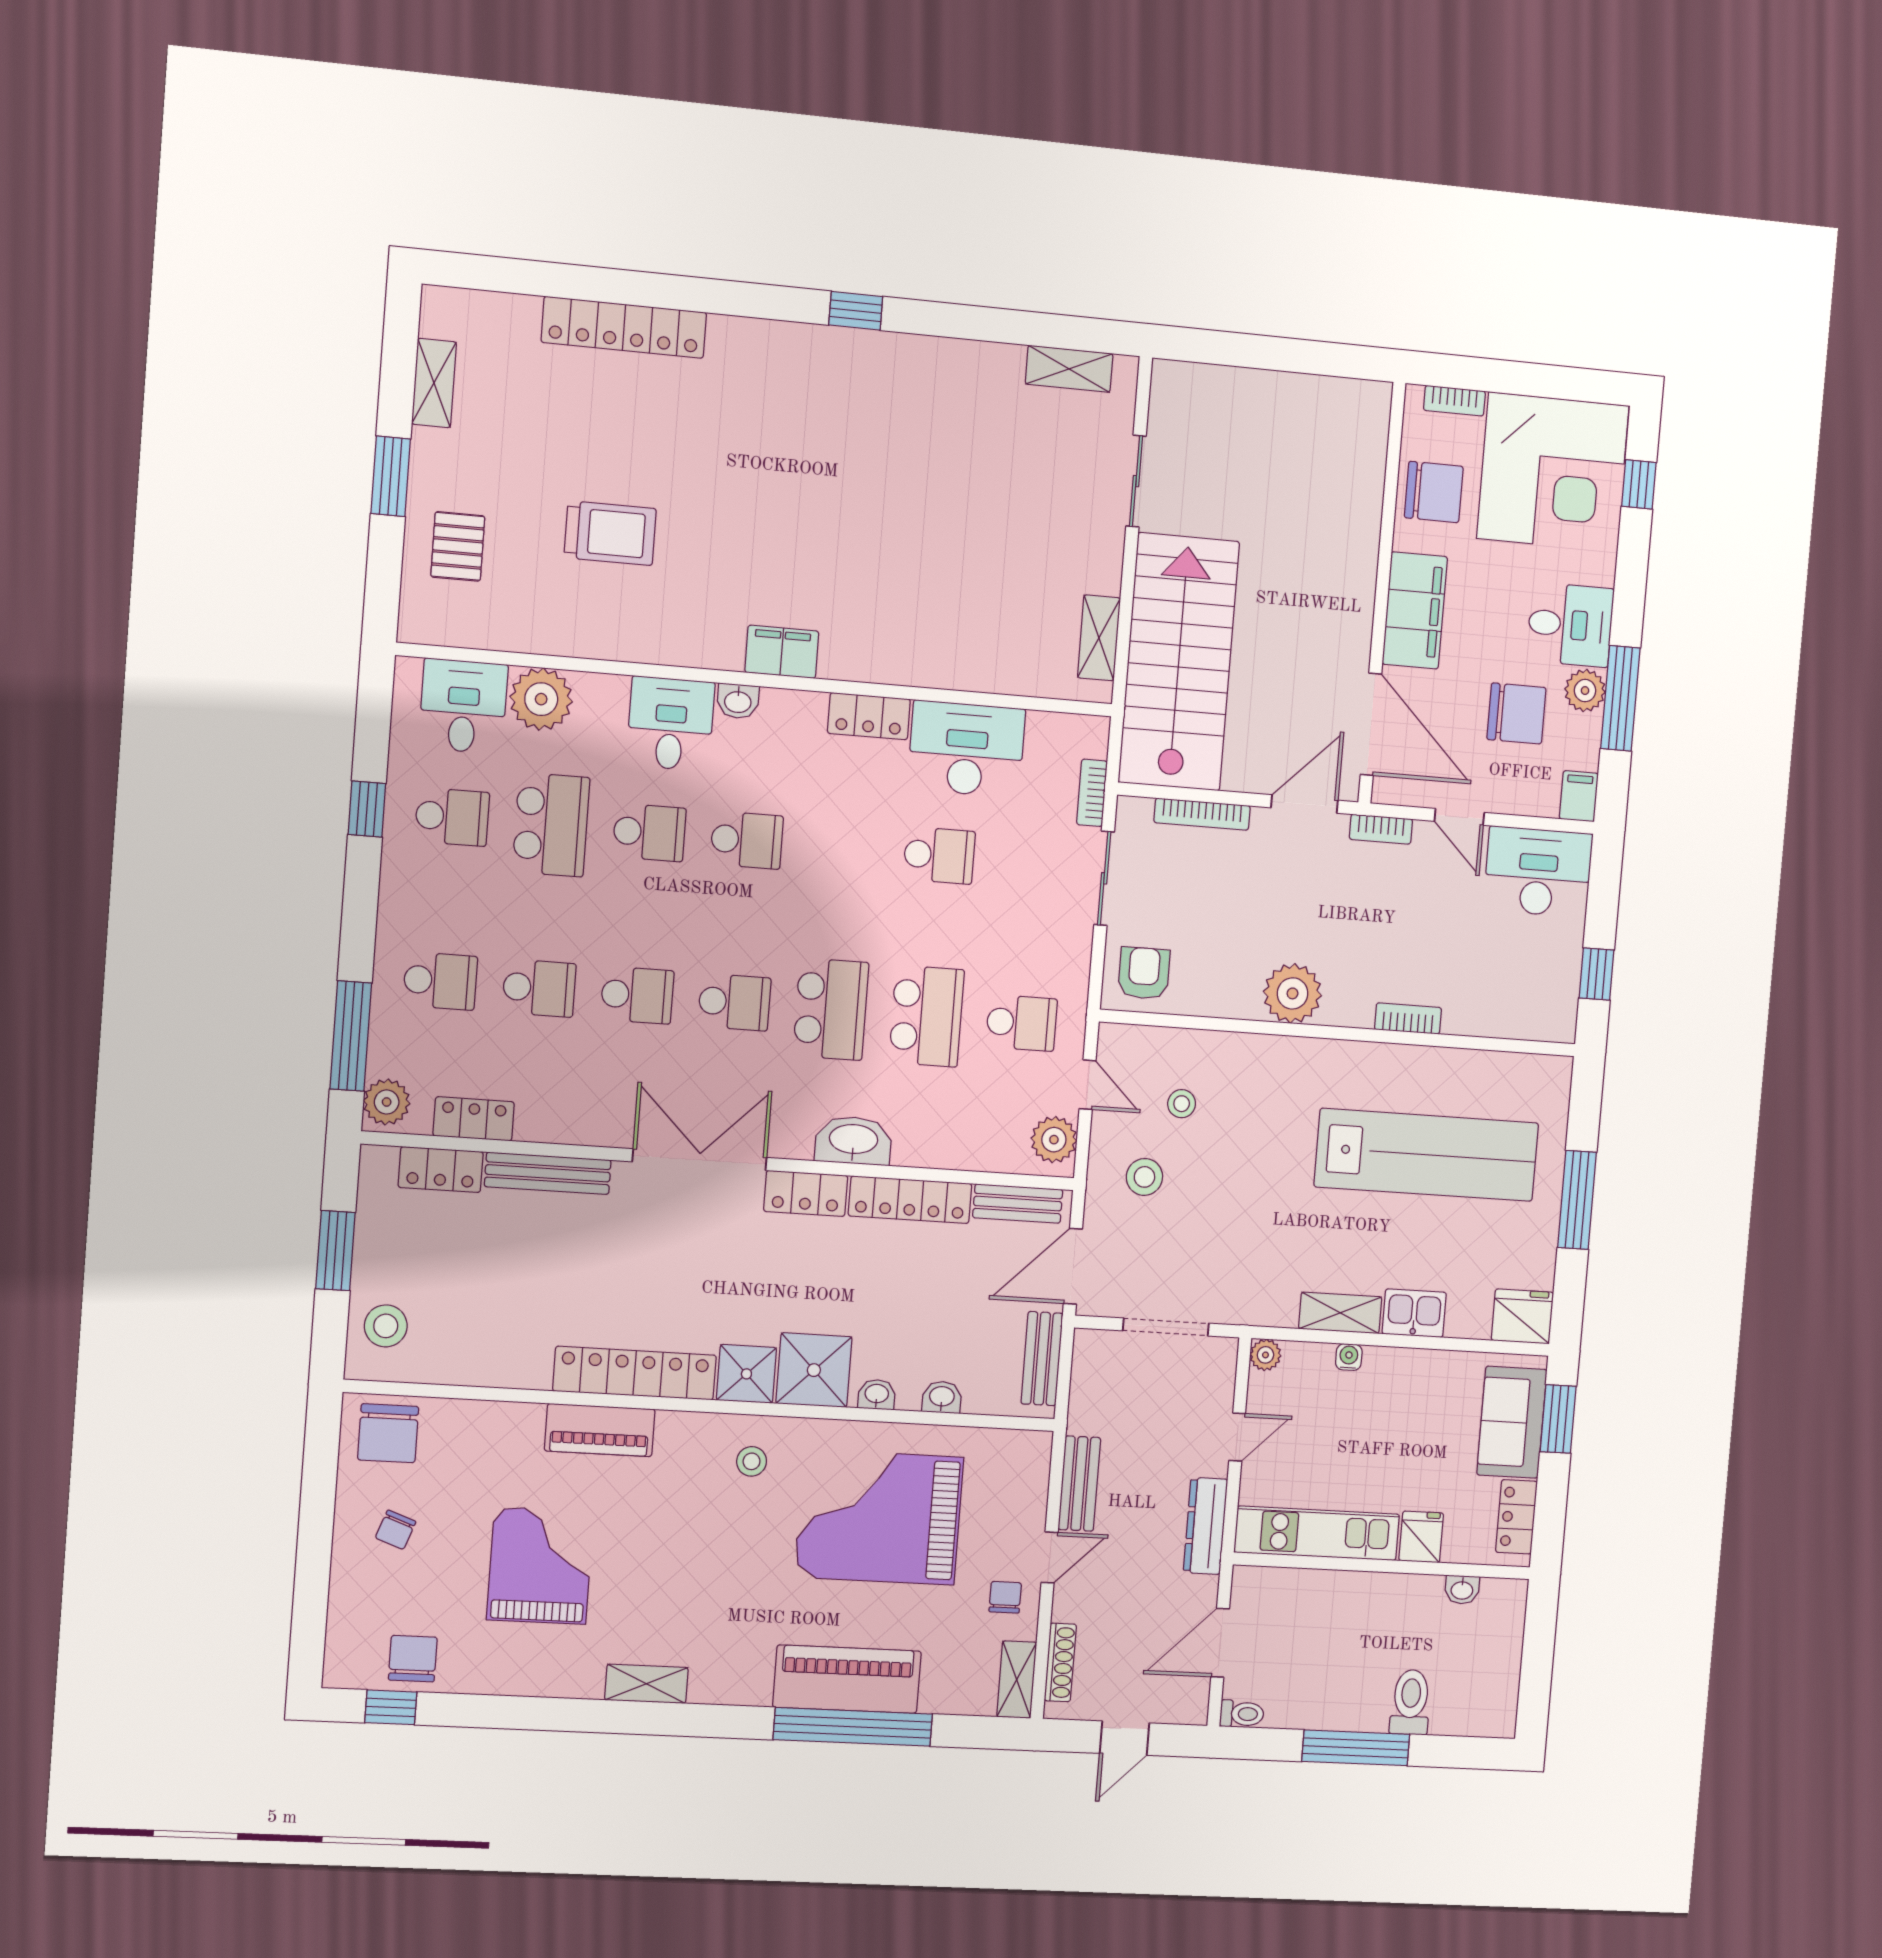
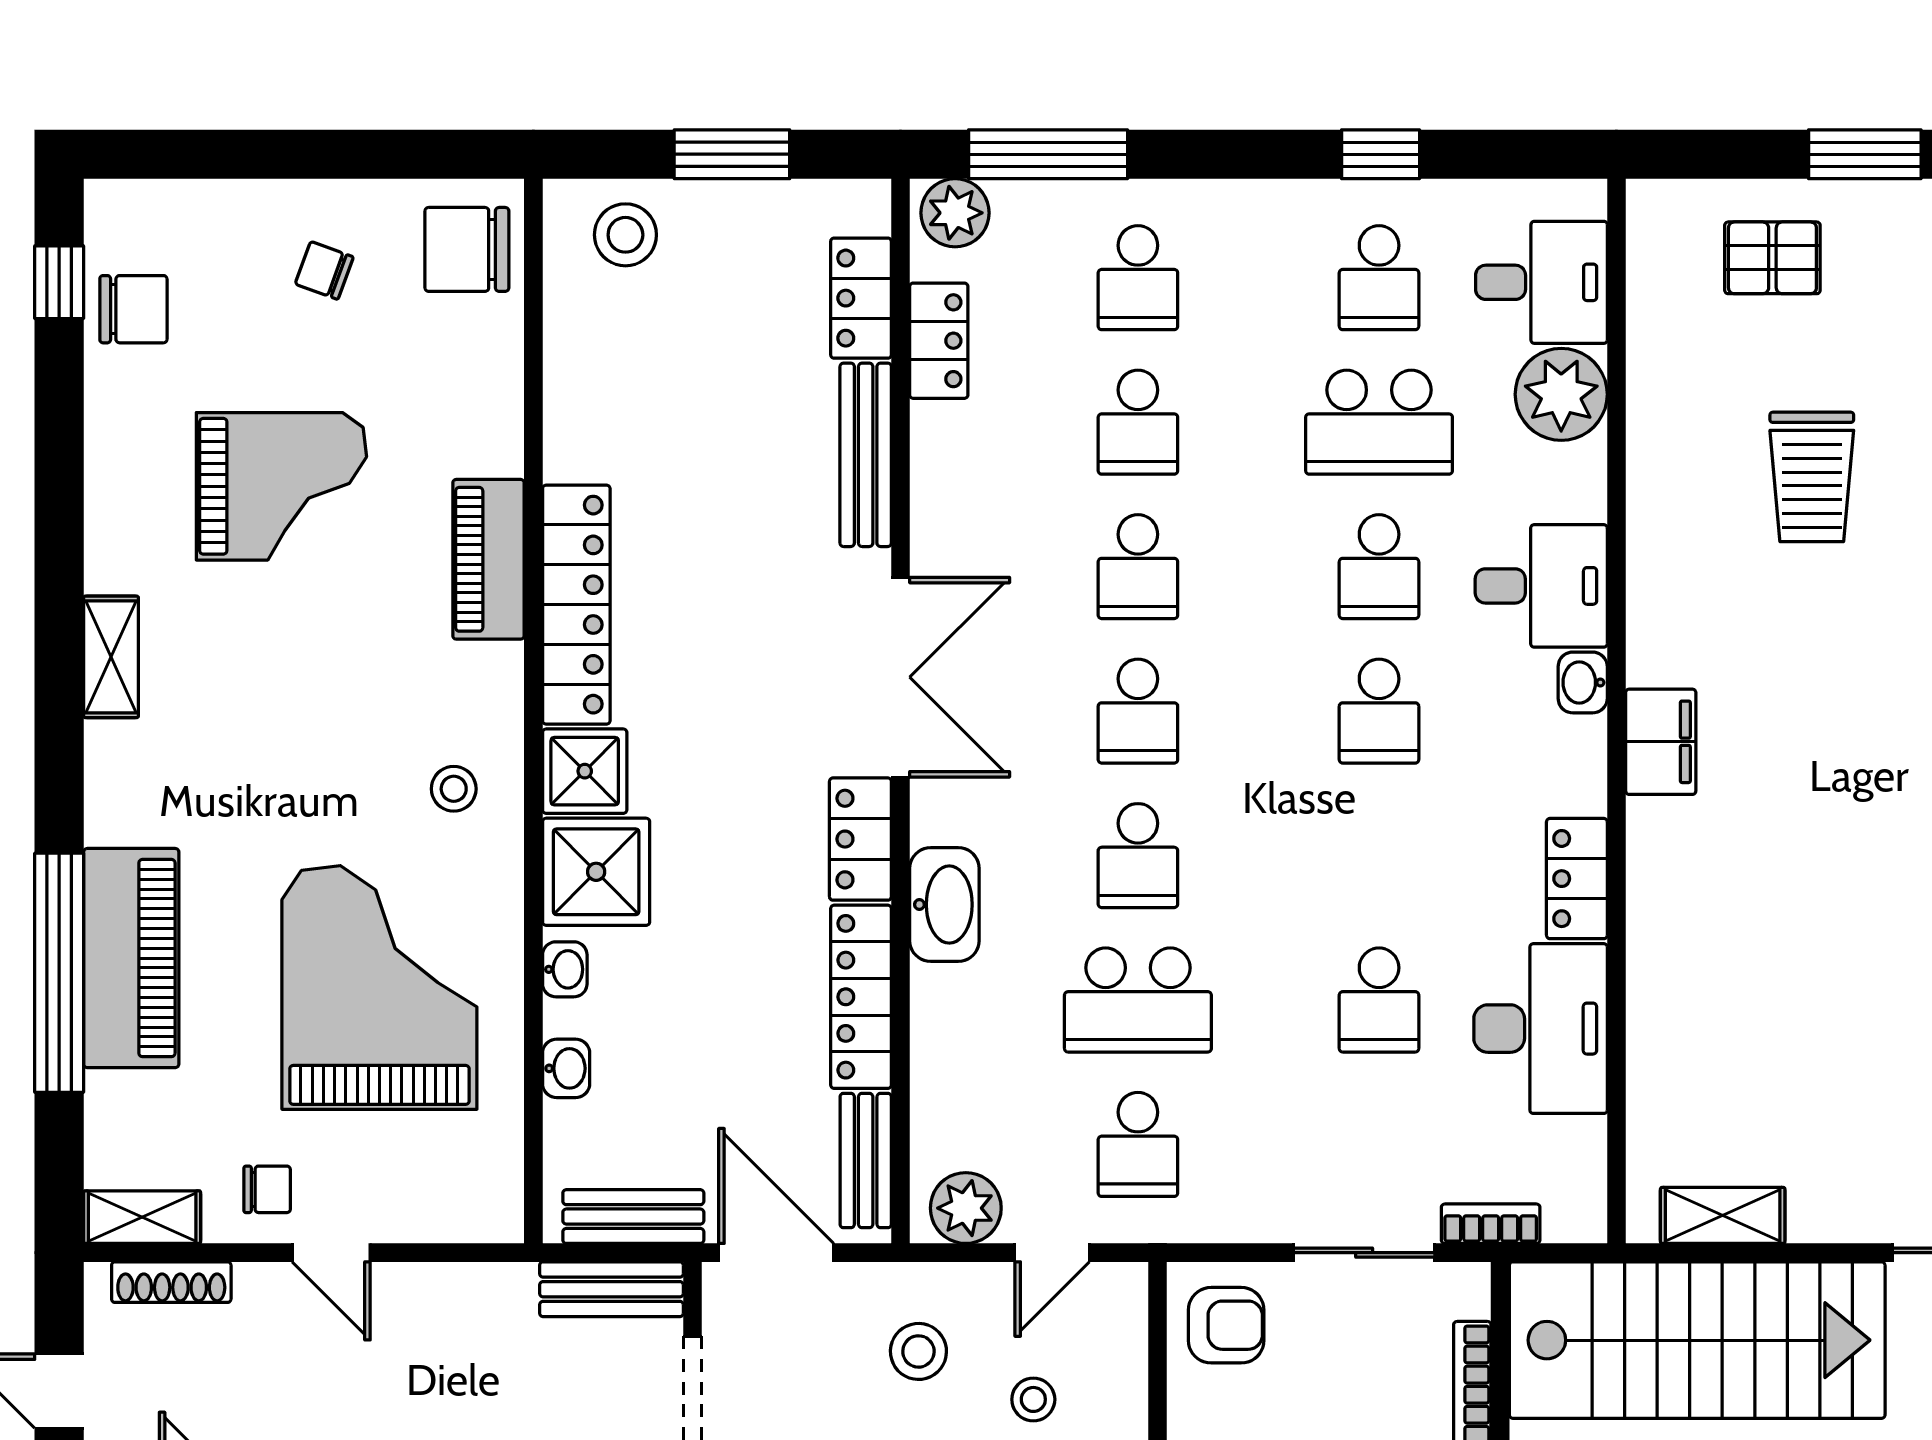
school desk: (831, 1009) -> (1138, 856), width x0.54
bench: (1079, 1484) -> (611, 1289), moved

